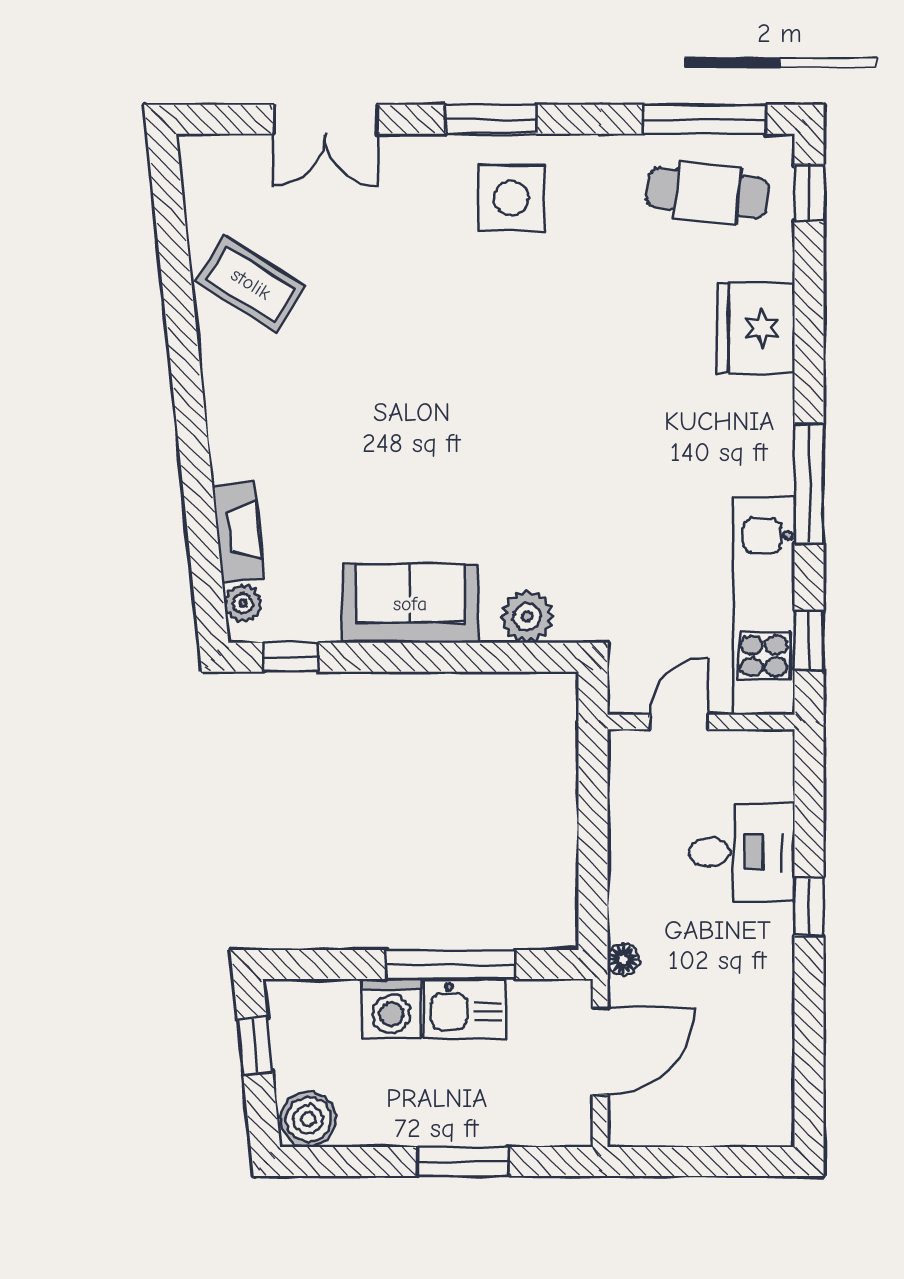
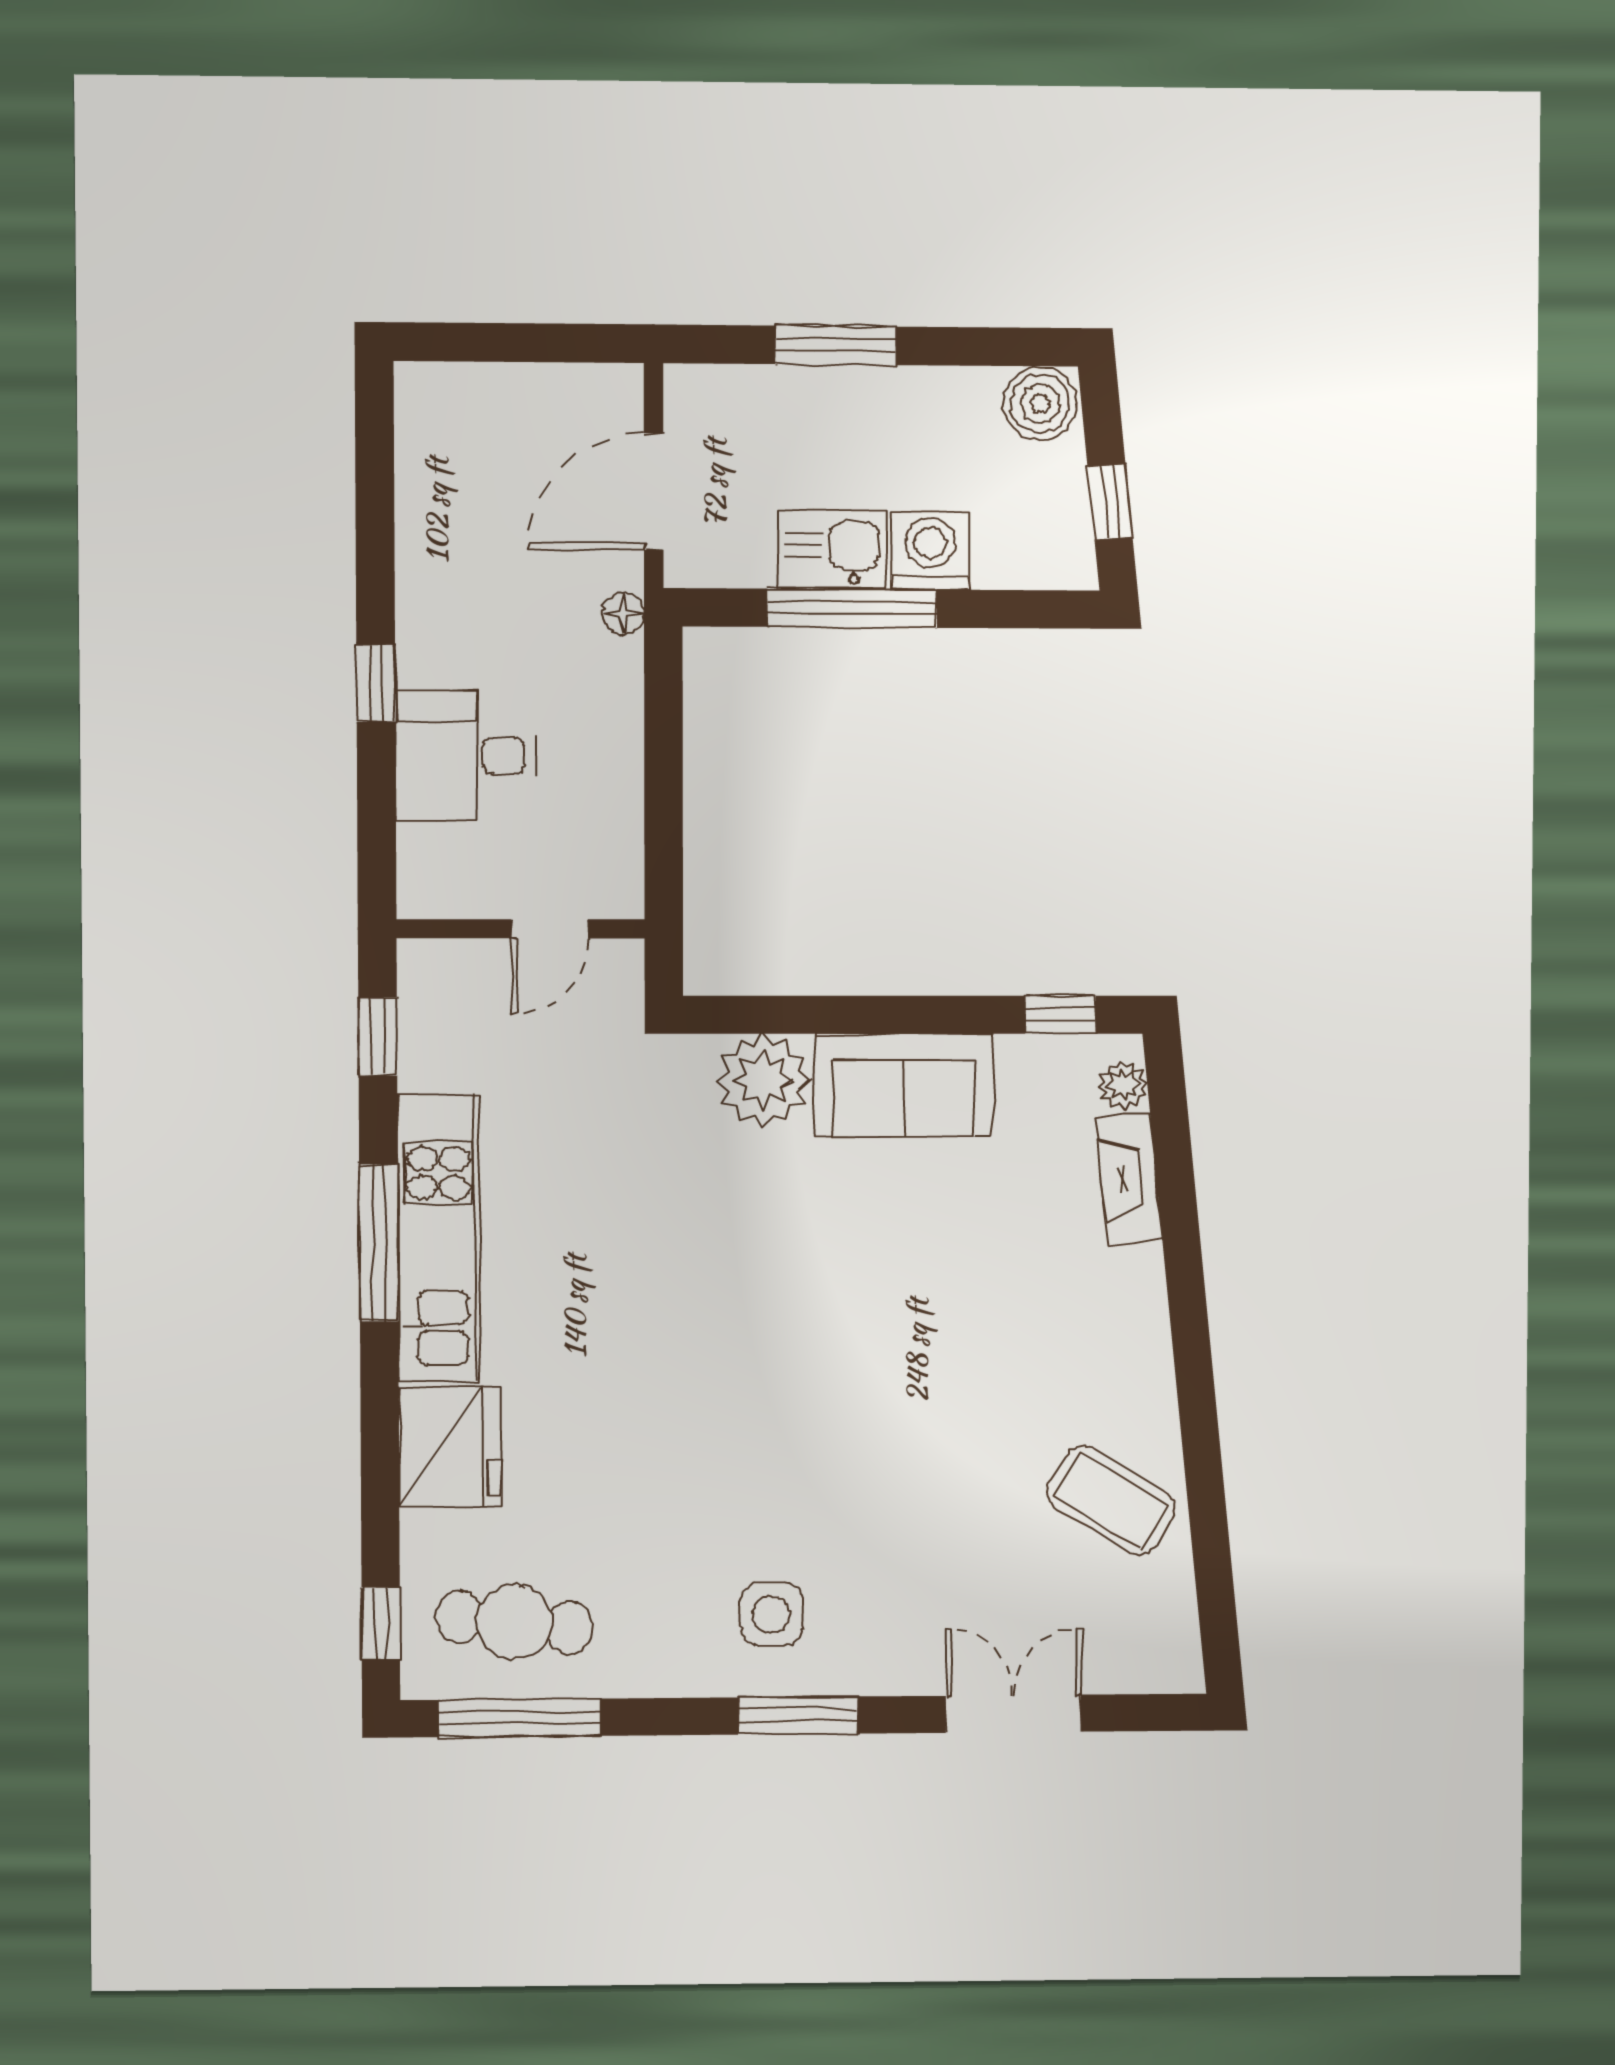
side table: (511, 198) -> (771, 1614), width x0.73, depth x0.73
kitchen unit: (764, 606) -> (439, 1239), moved
plant: (527, 617) -> (763, 1080), width x1.36, depth x1.36

